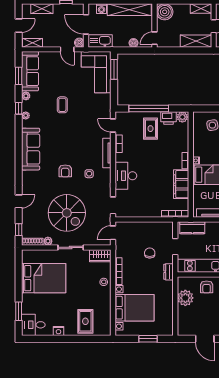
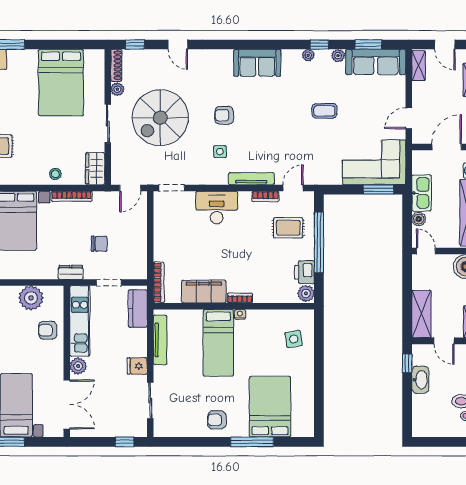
kitchen sink: (100, 41) -> (422, 193), moved
boiler: (79, 43) -> (419, 137), removed
rug: (150, 129) -> (288, 228), moved
sofa: (31, 149) -> (257, 63), width x0.73
door: (113, 233) -> (130, 188), swing flipped

